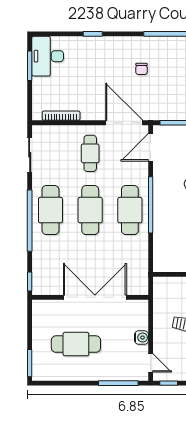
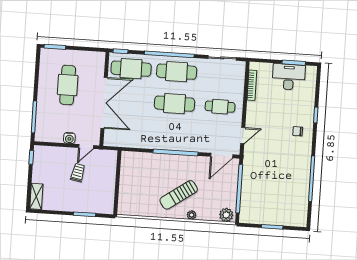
desk: (48, 56) -> (289, 77), moved
chair: (141, 69) -> (298, 131), moved
door: (124, 123) -> (243, 136), width x0.53
door: (151, 147) -> (222, 156), swing flipped
cafe table: (130, 210) -> (131, 69), moved
door: (151, 363) -> (86, 147), moved

